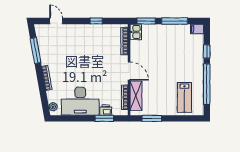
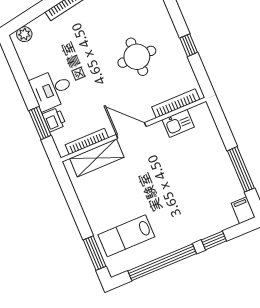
window: (146, 21) -> (222, 124), removed
kitchen sink: (136, 32) -> (178, 123), moved
round table: (91, 51) -> (137, 57), added
door: (129, 71) -> (131, 130), swing flipped
desk: (80, 101) -> (52, 89), width x0.53, depth x0.77
window: (152, 118) -> (95, 253), moved

